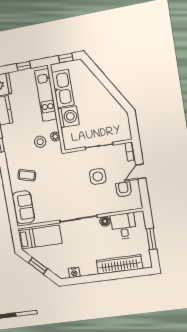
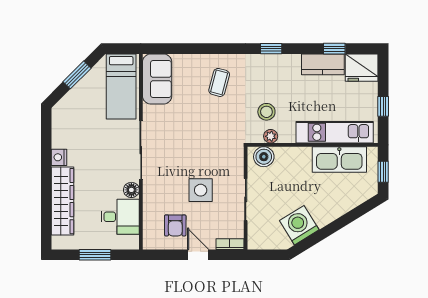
washing machine: (68, 117) -> (299, 225), moved, turned 148
boiler: (69, 139) -> (264, 157), added
armchair: (124, 189) -> (175, 225), turned 90
sofa: (23, 207) -> (157, 79), moved, turned -90
nightstand: (74, 272) -> (59, 157), moved

